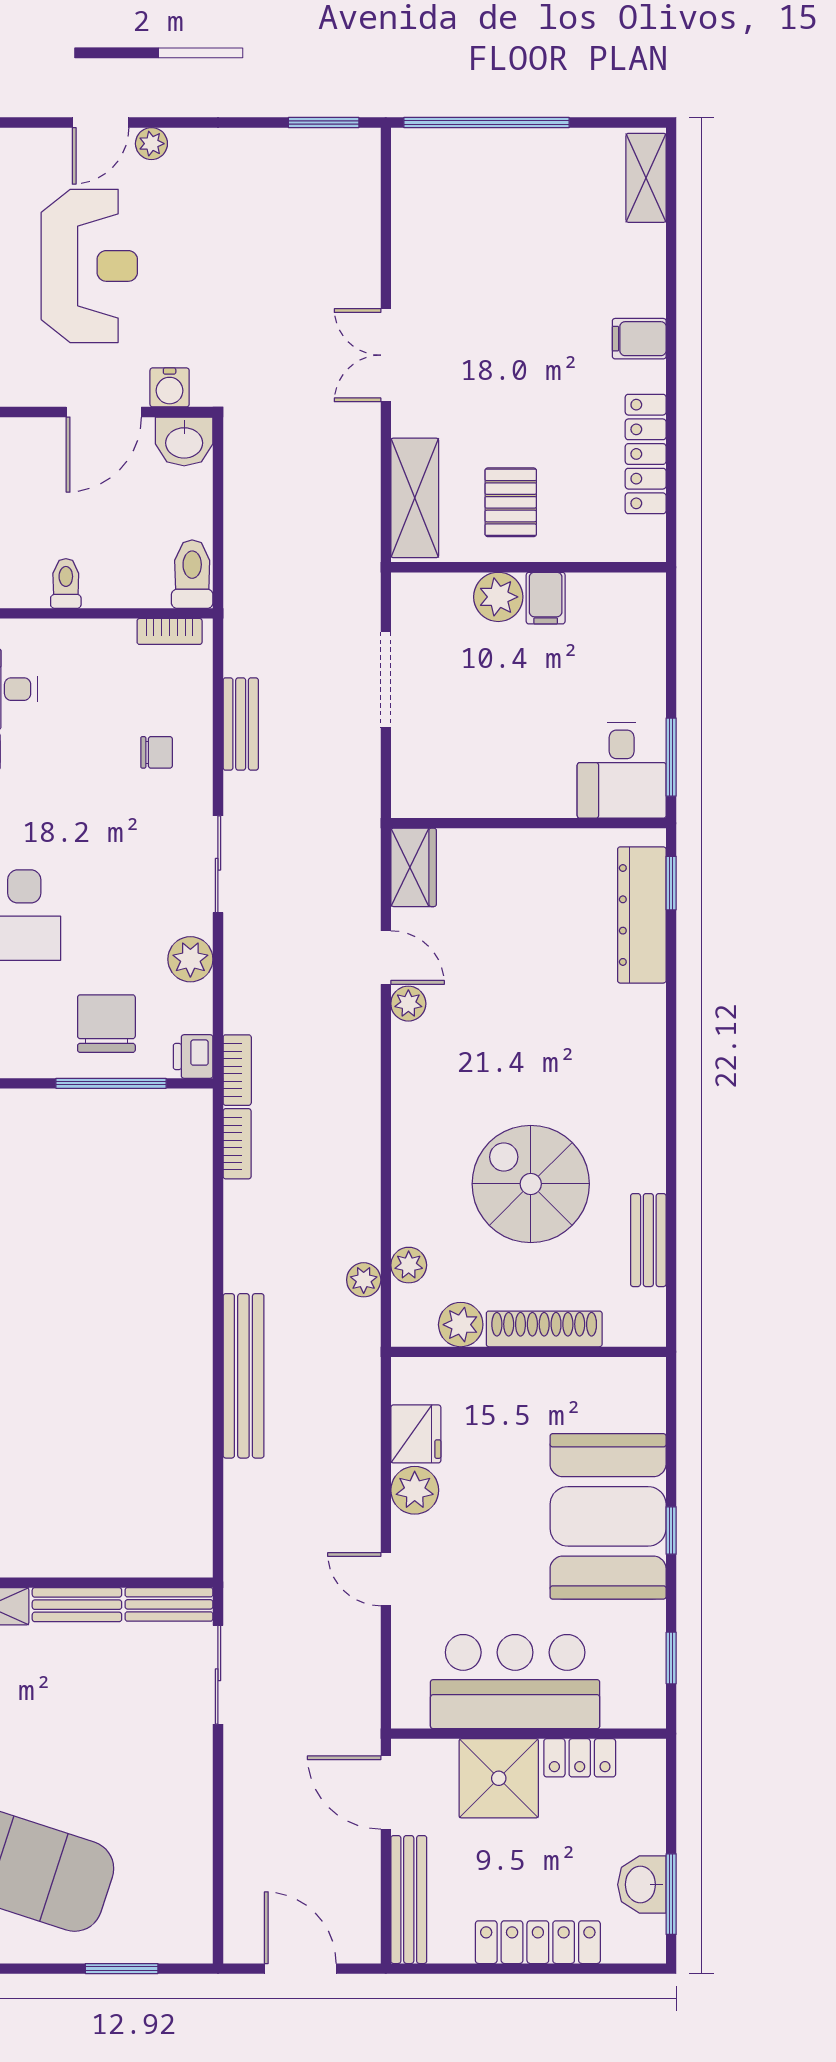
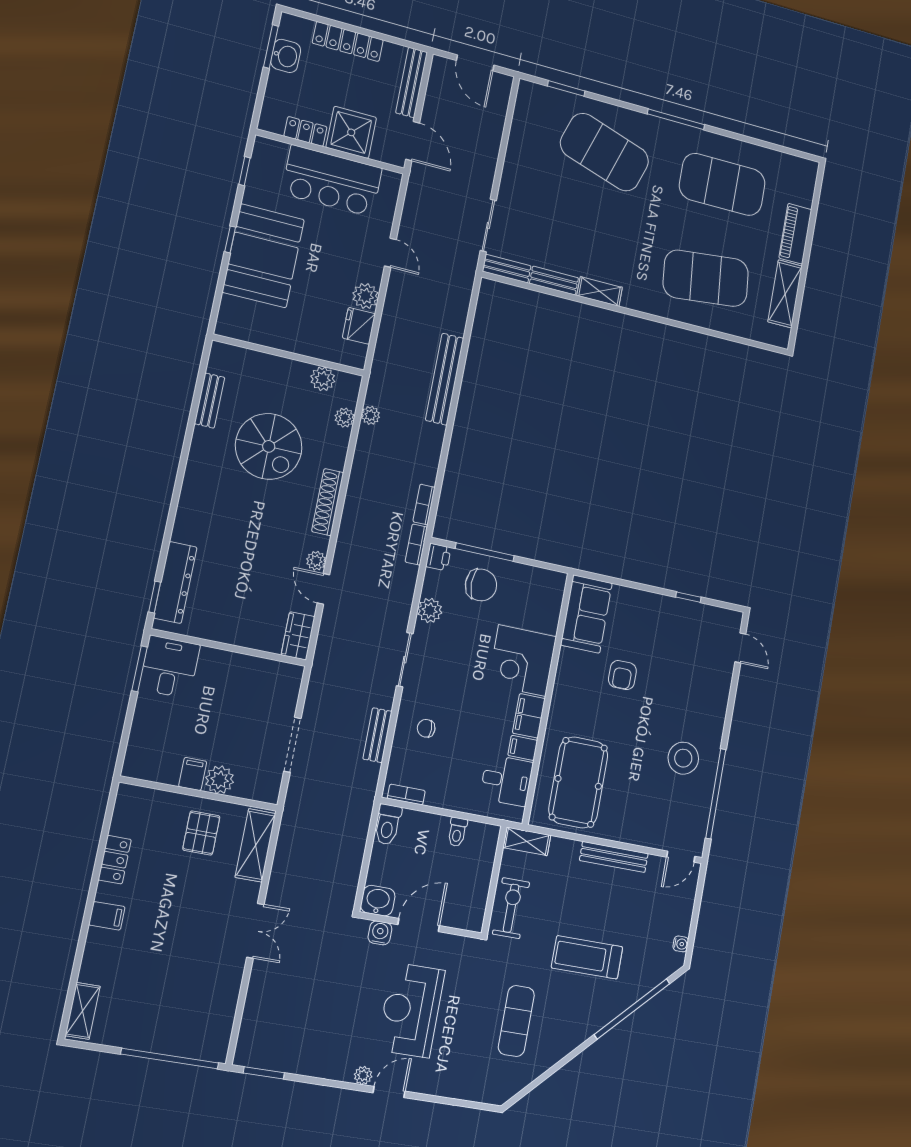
locker: (646, 454) -> (115, 860), width x0.66
chair: (106, 1024) -> (481, 585), turned -90
shoe rack: (544, 1329) -> (328, 502), moved, turned 90

